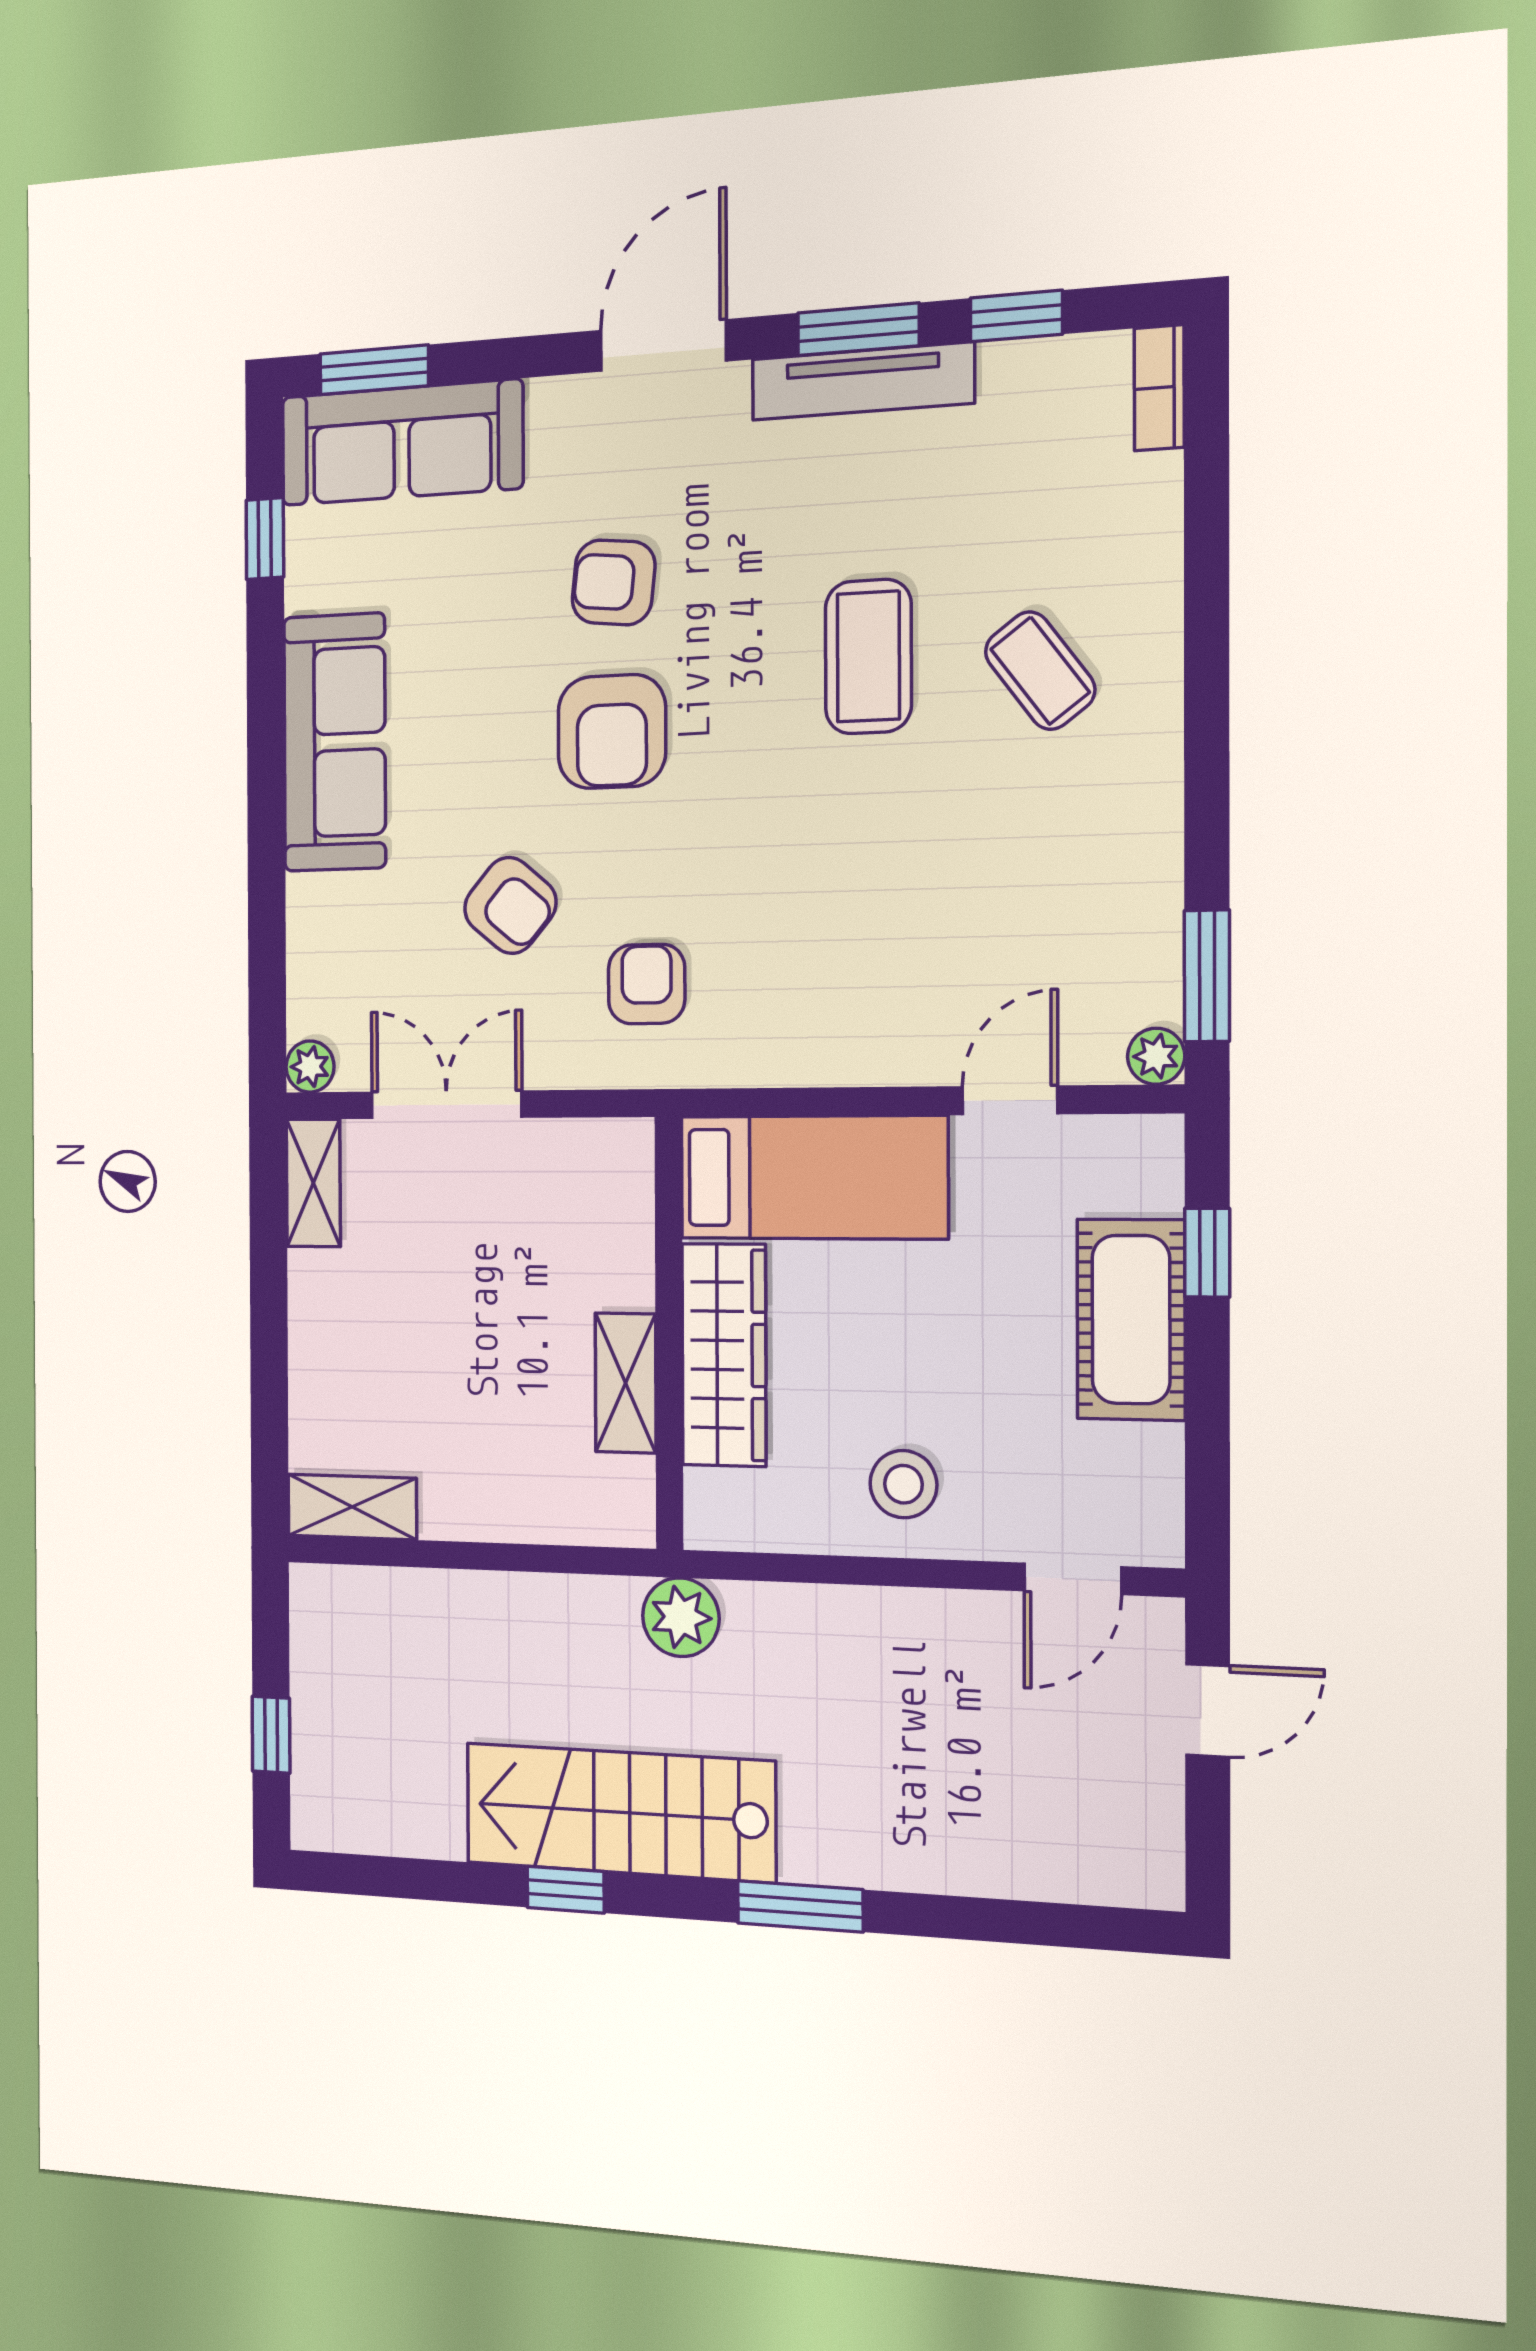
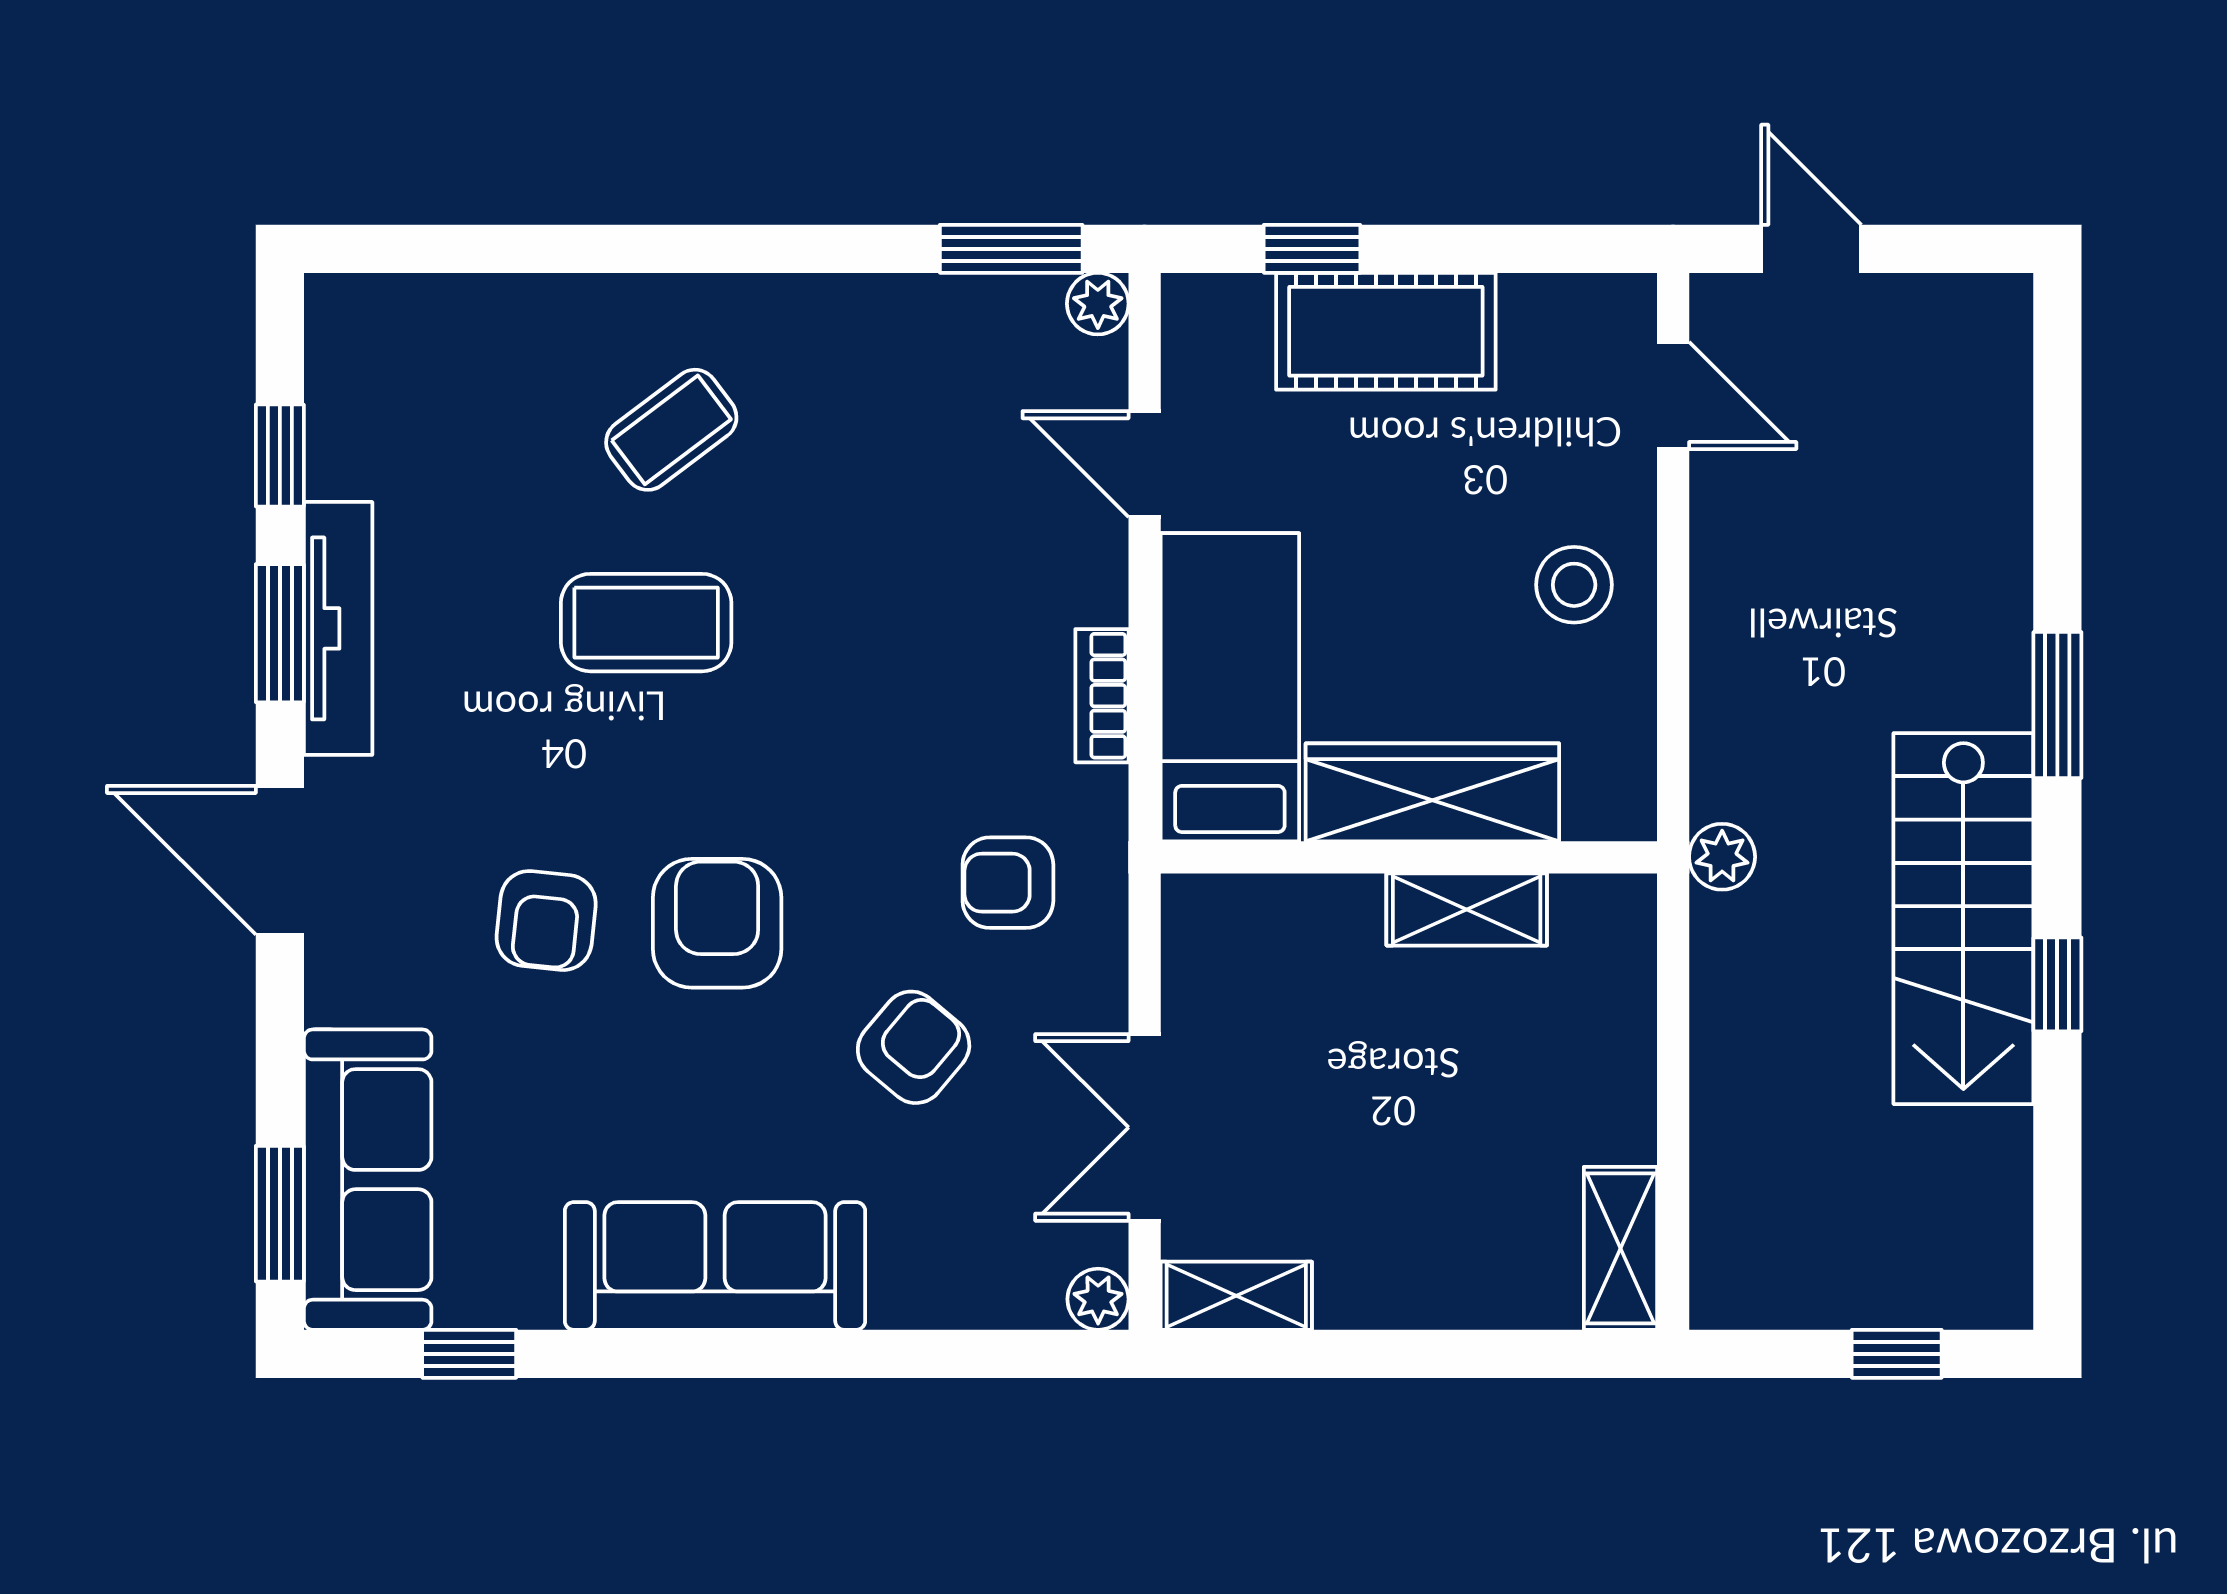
bookcase: (1159, 388) -> (1102, 696), moved, turned 90
armchair: (612, 732) -> (717, 923), turned -90
plant: (681, 1617) -> (1722, 857), width x0.73, depth x0.73

